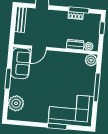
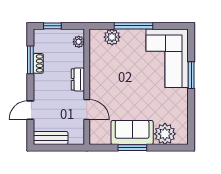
dresser: (75, 45) -> (78, 79), moved
plant: (91, 60) -> (112, 37), moved
sofa: (21, 63) -> (132, 132), moved

